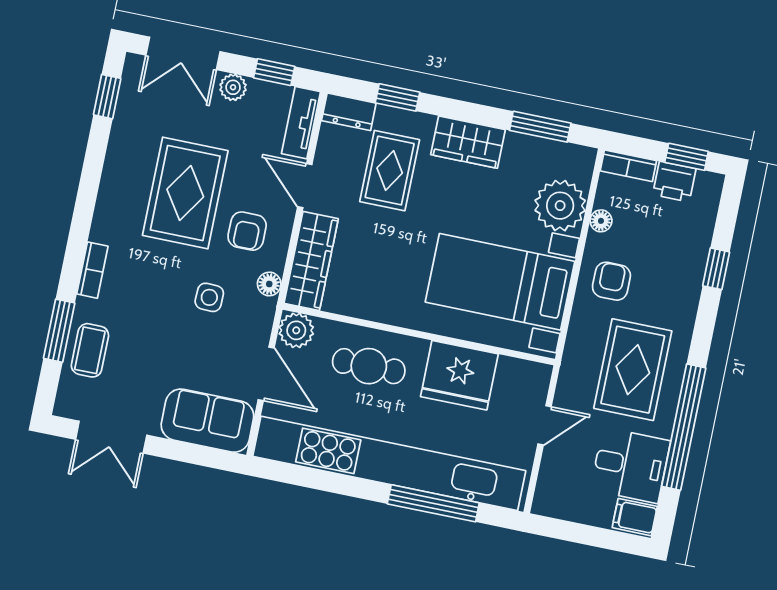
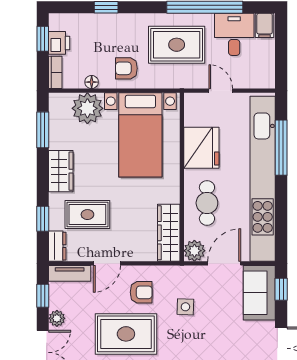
wardrobe: (311, 261) -> (169, 233), moved, turned -90
floor lamp: (269, 284) -> (170, 273), removed
window: (206, 457) -> (281, 289), added

